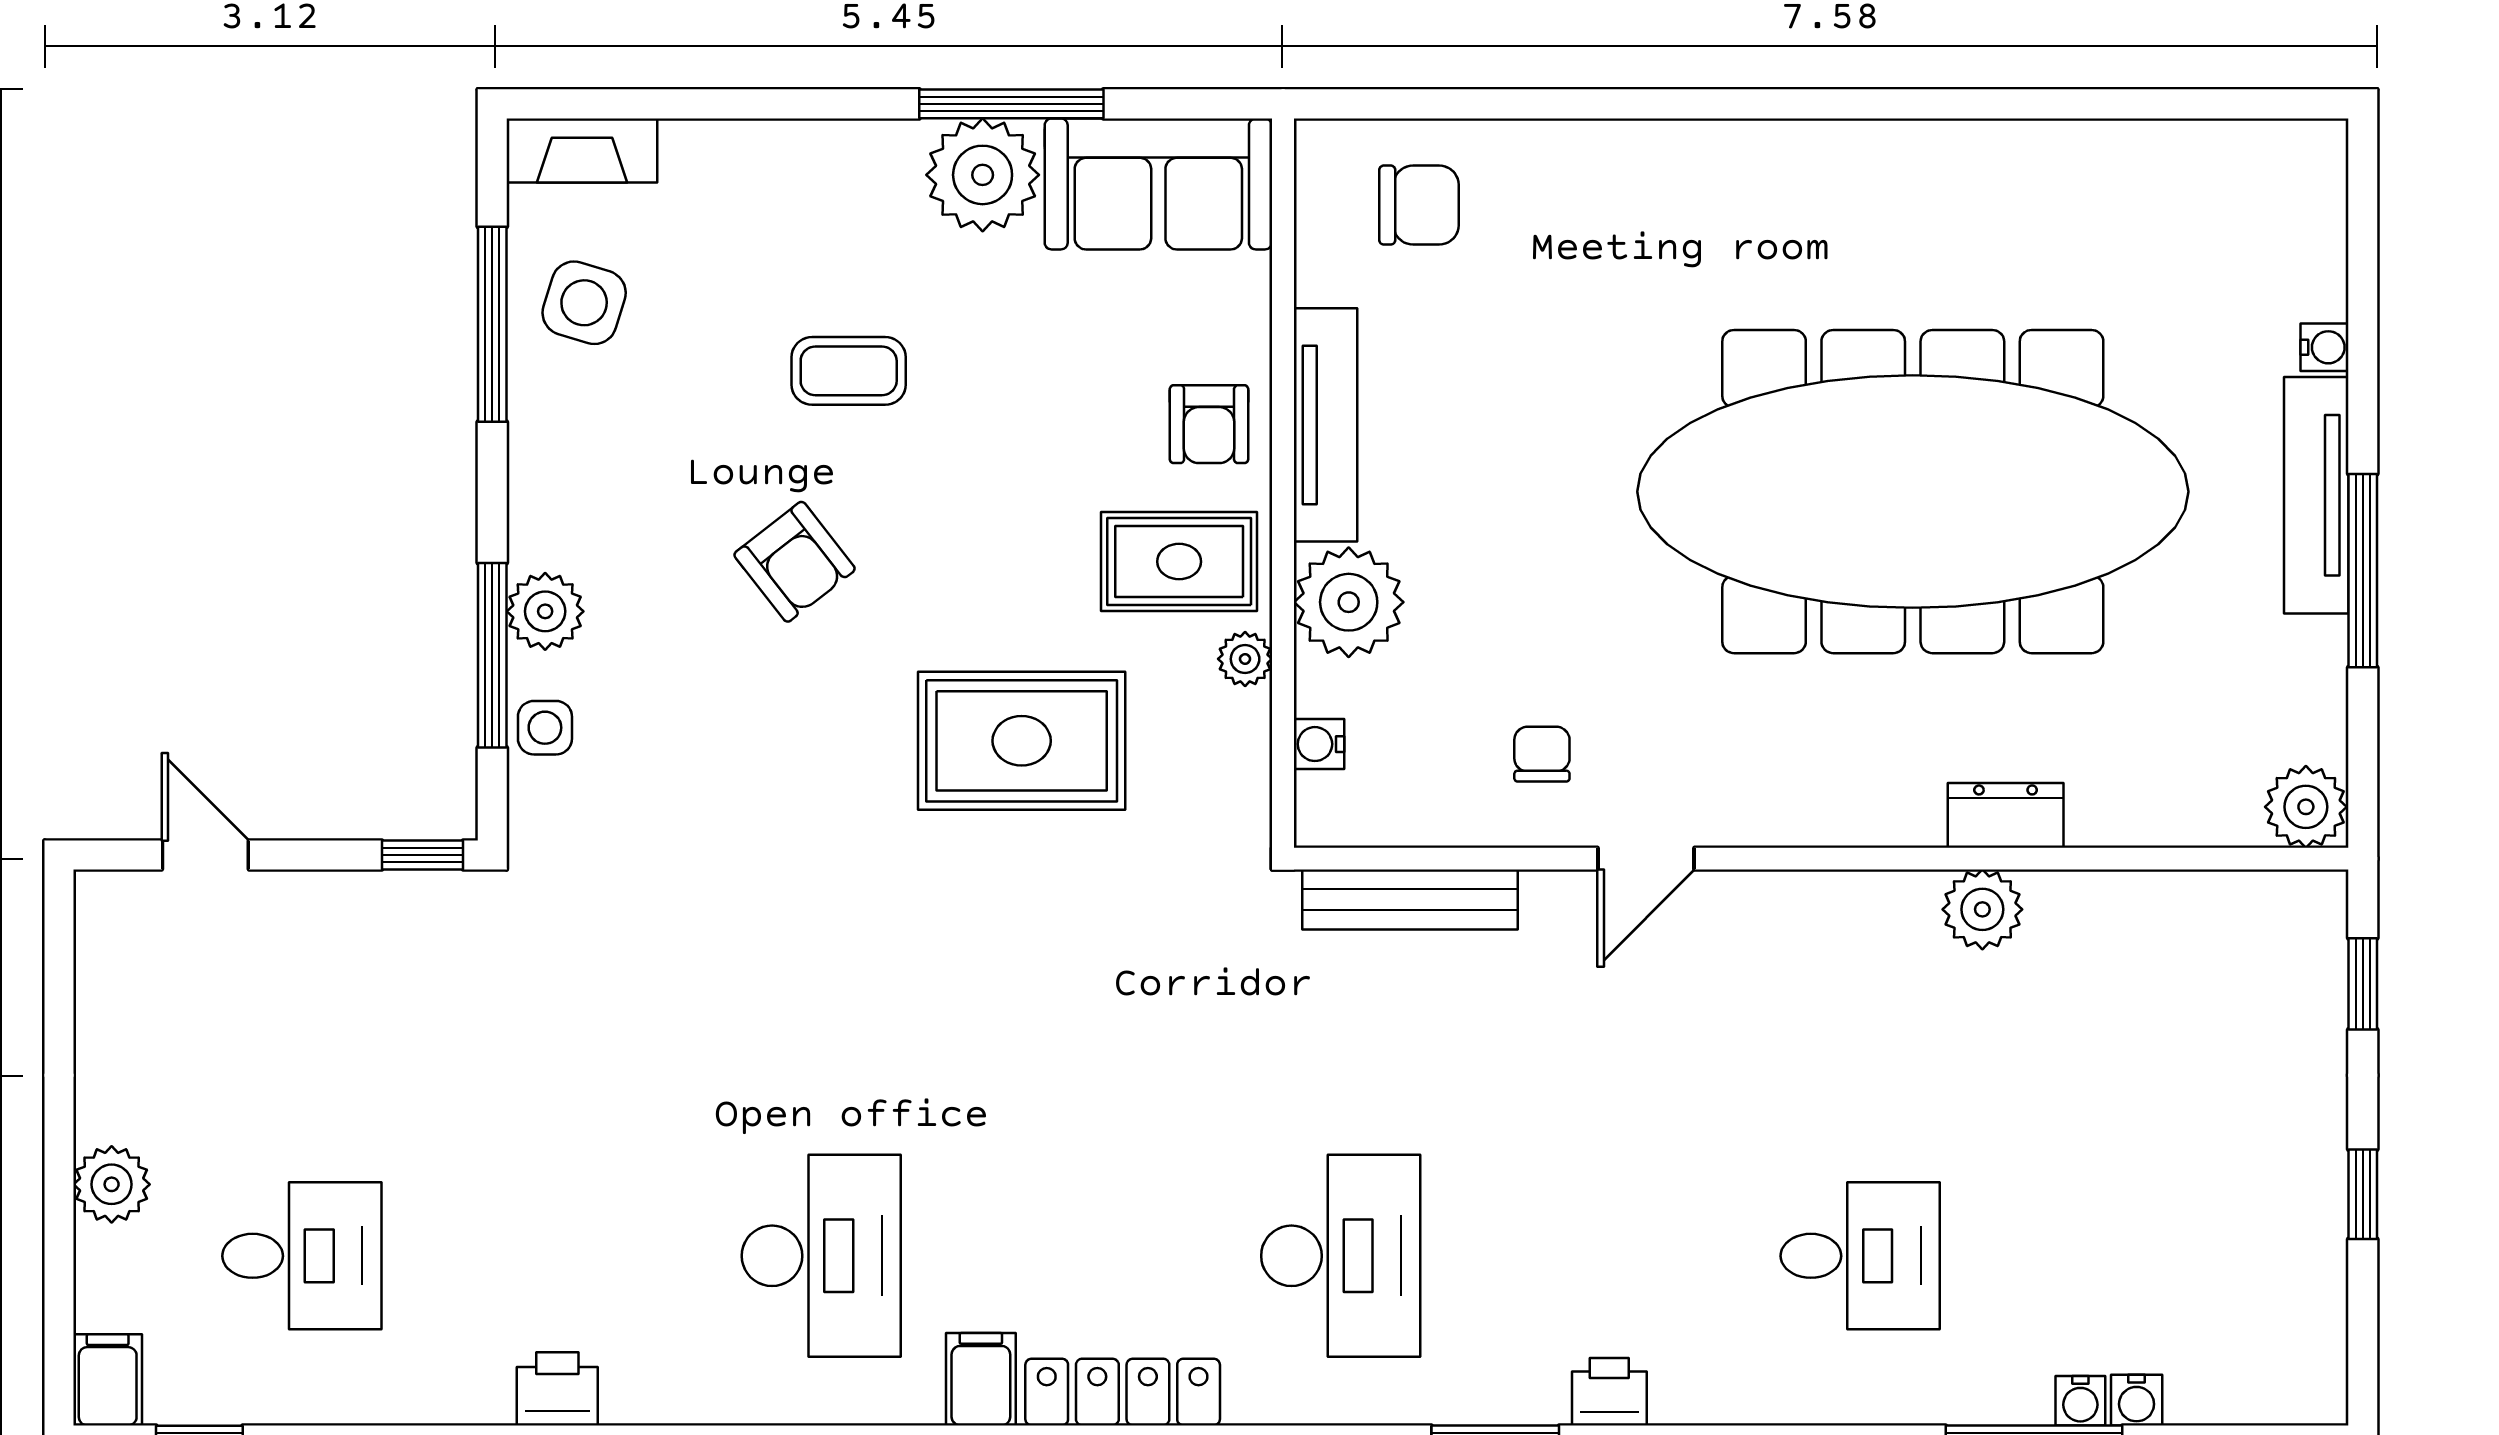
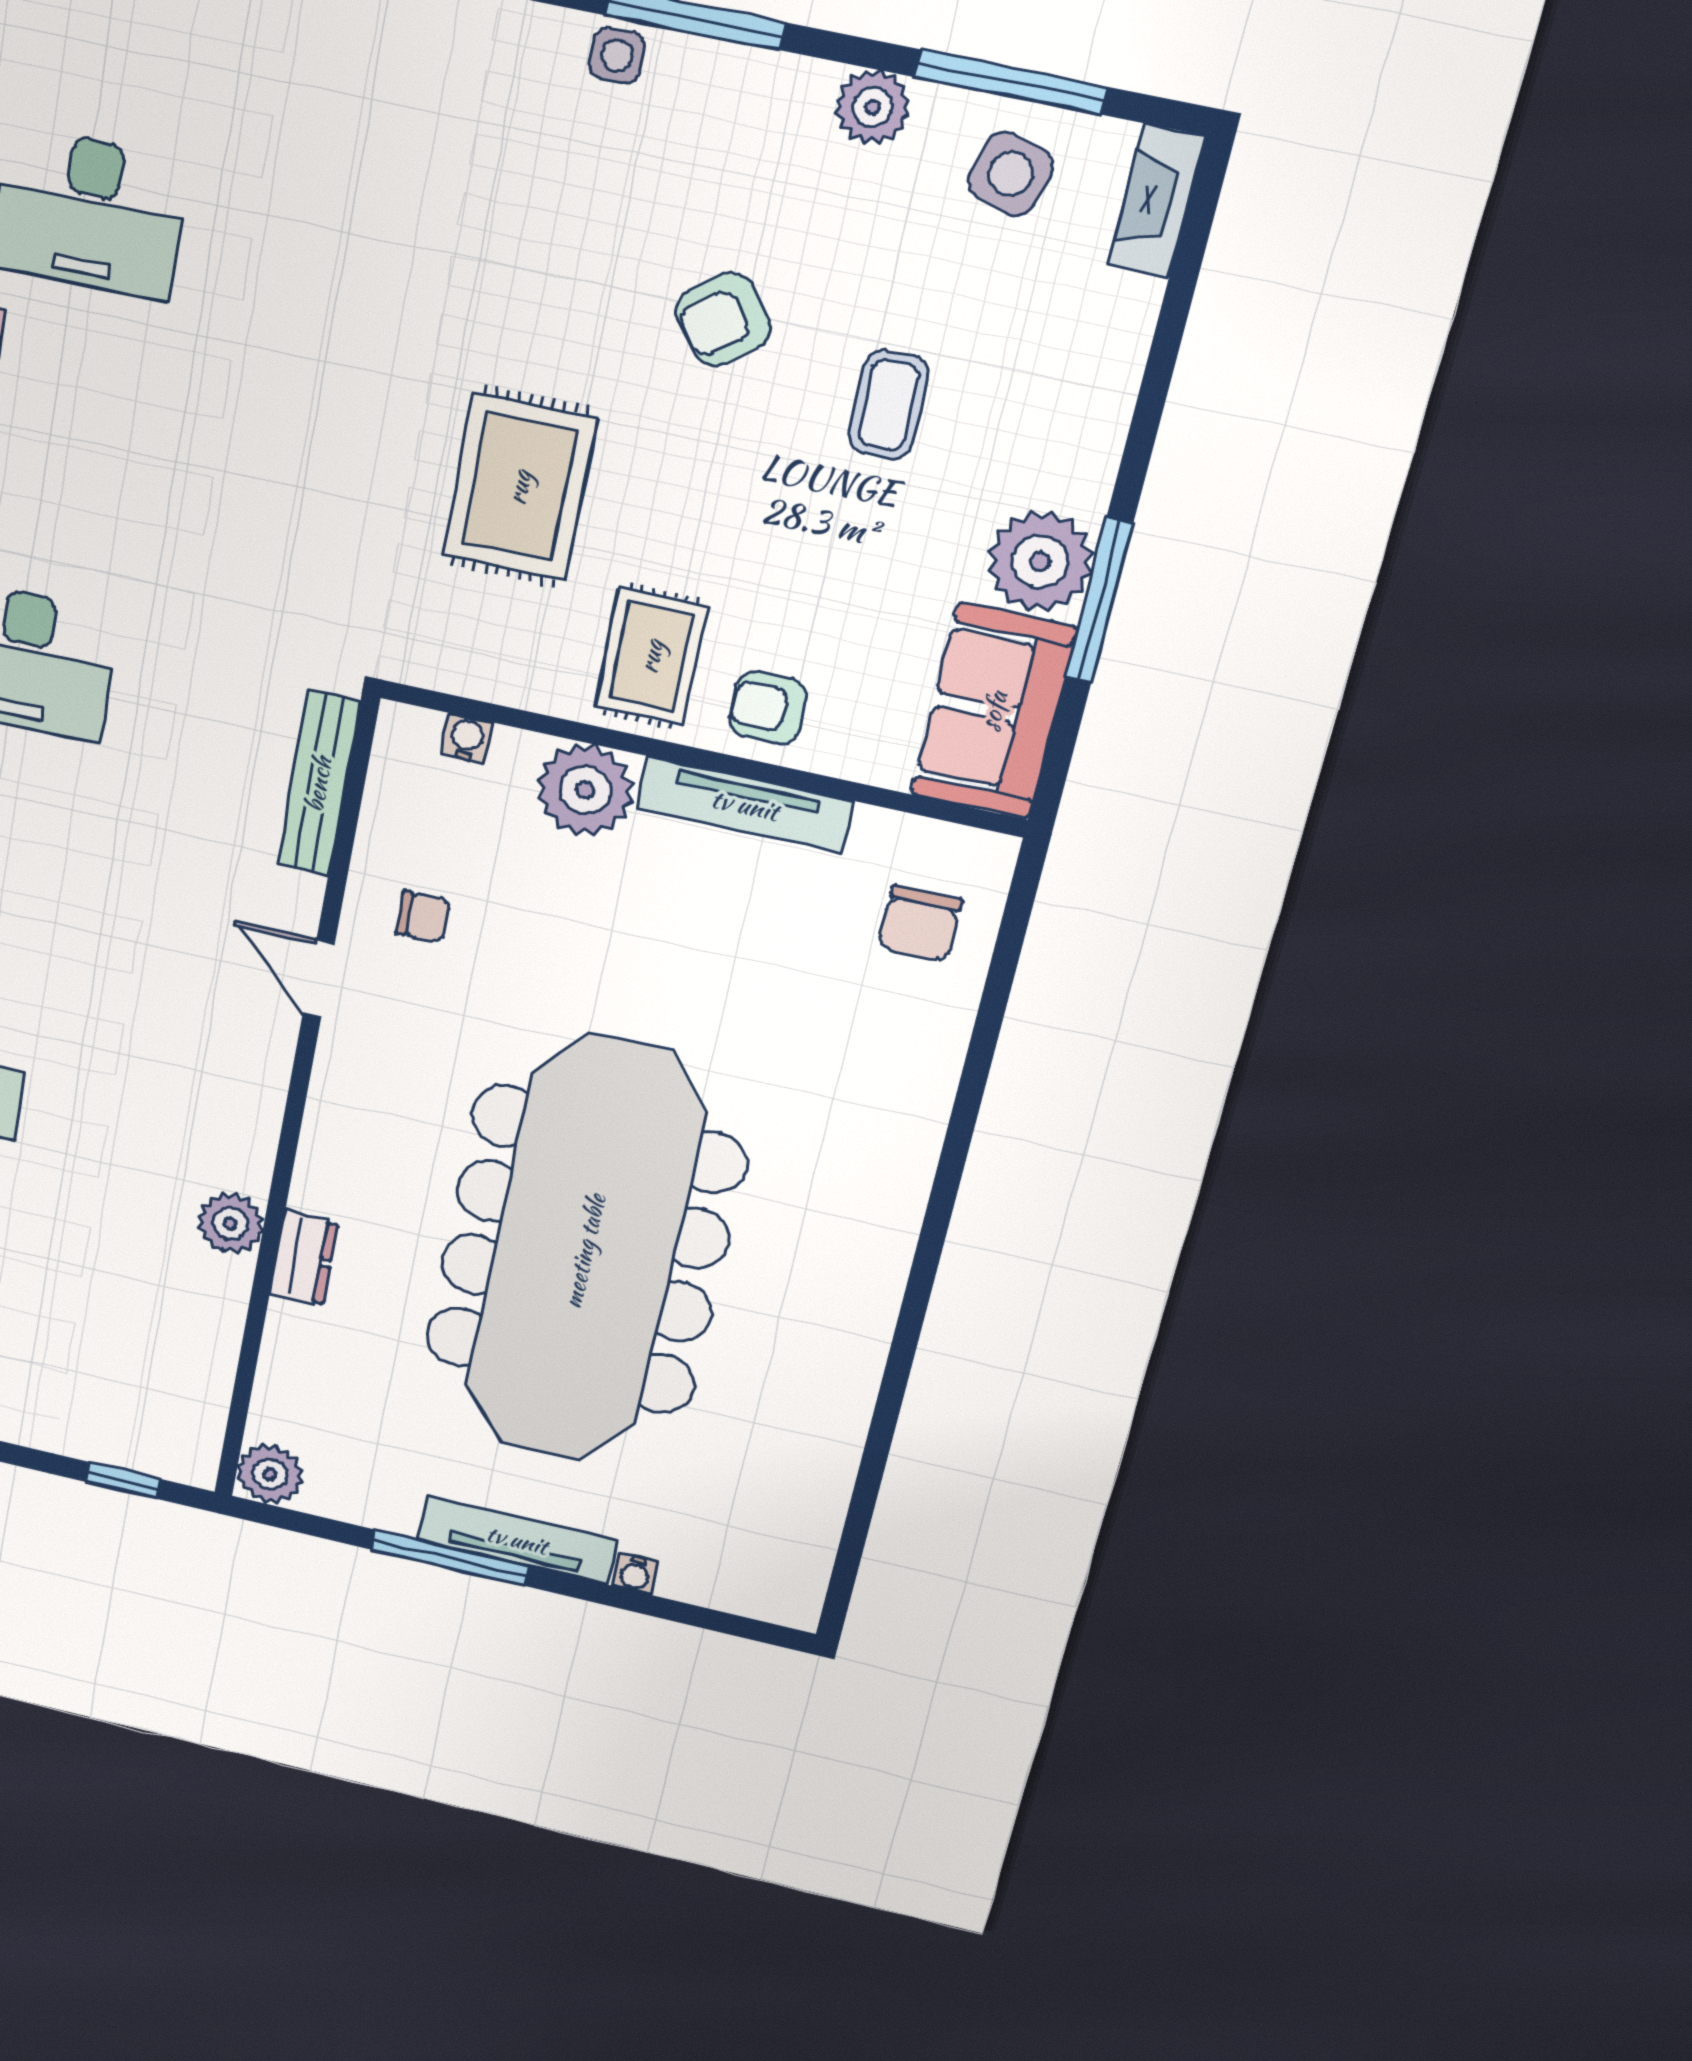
plant: (545, 611) -> (872, 107), moved
plant: (1245, 659) -> (553, 693), removed

